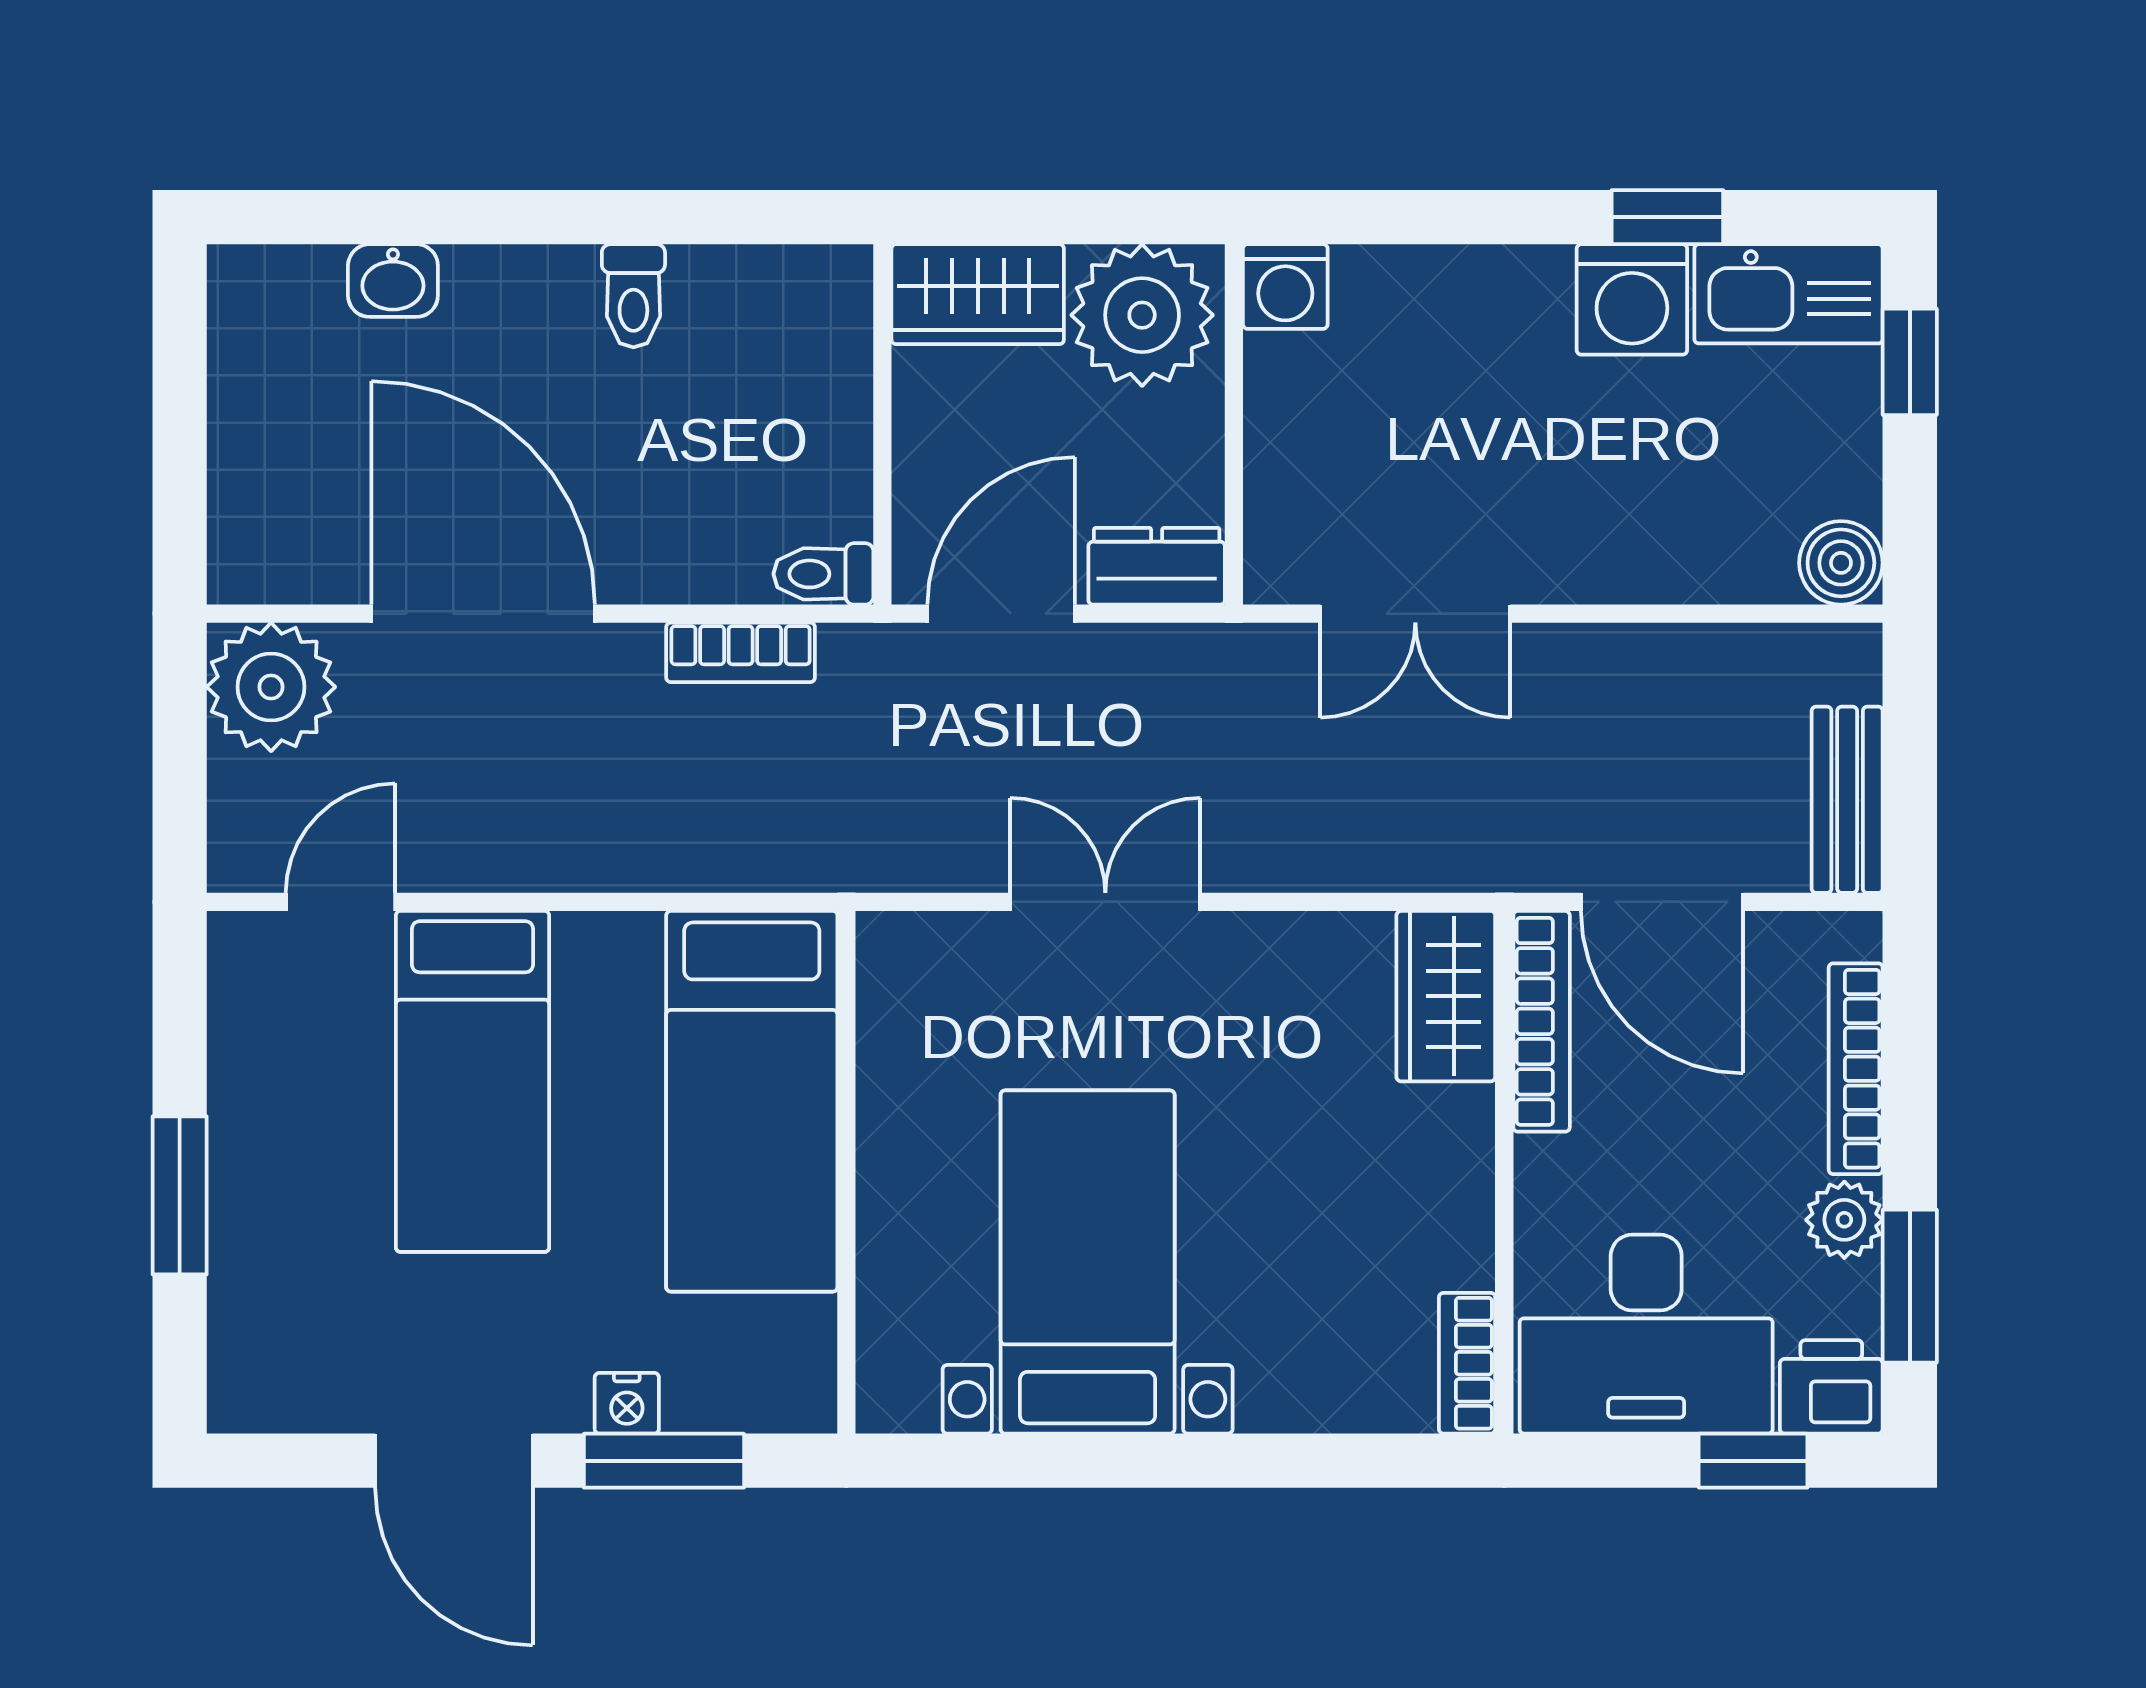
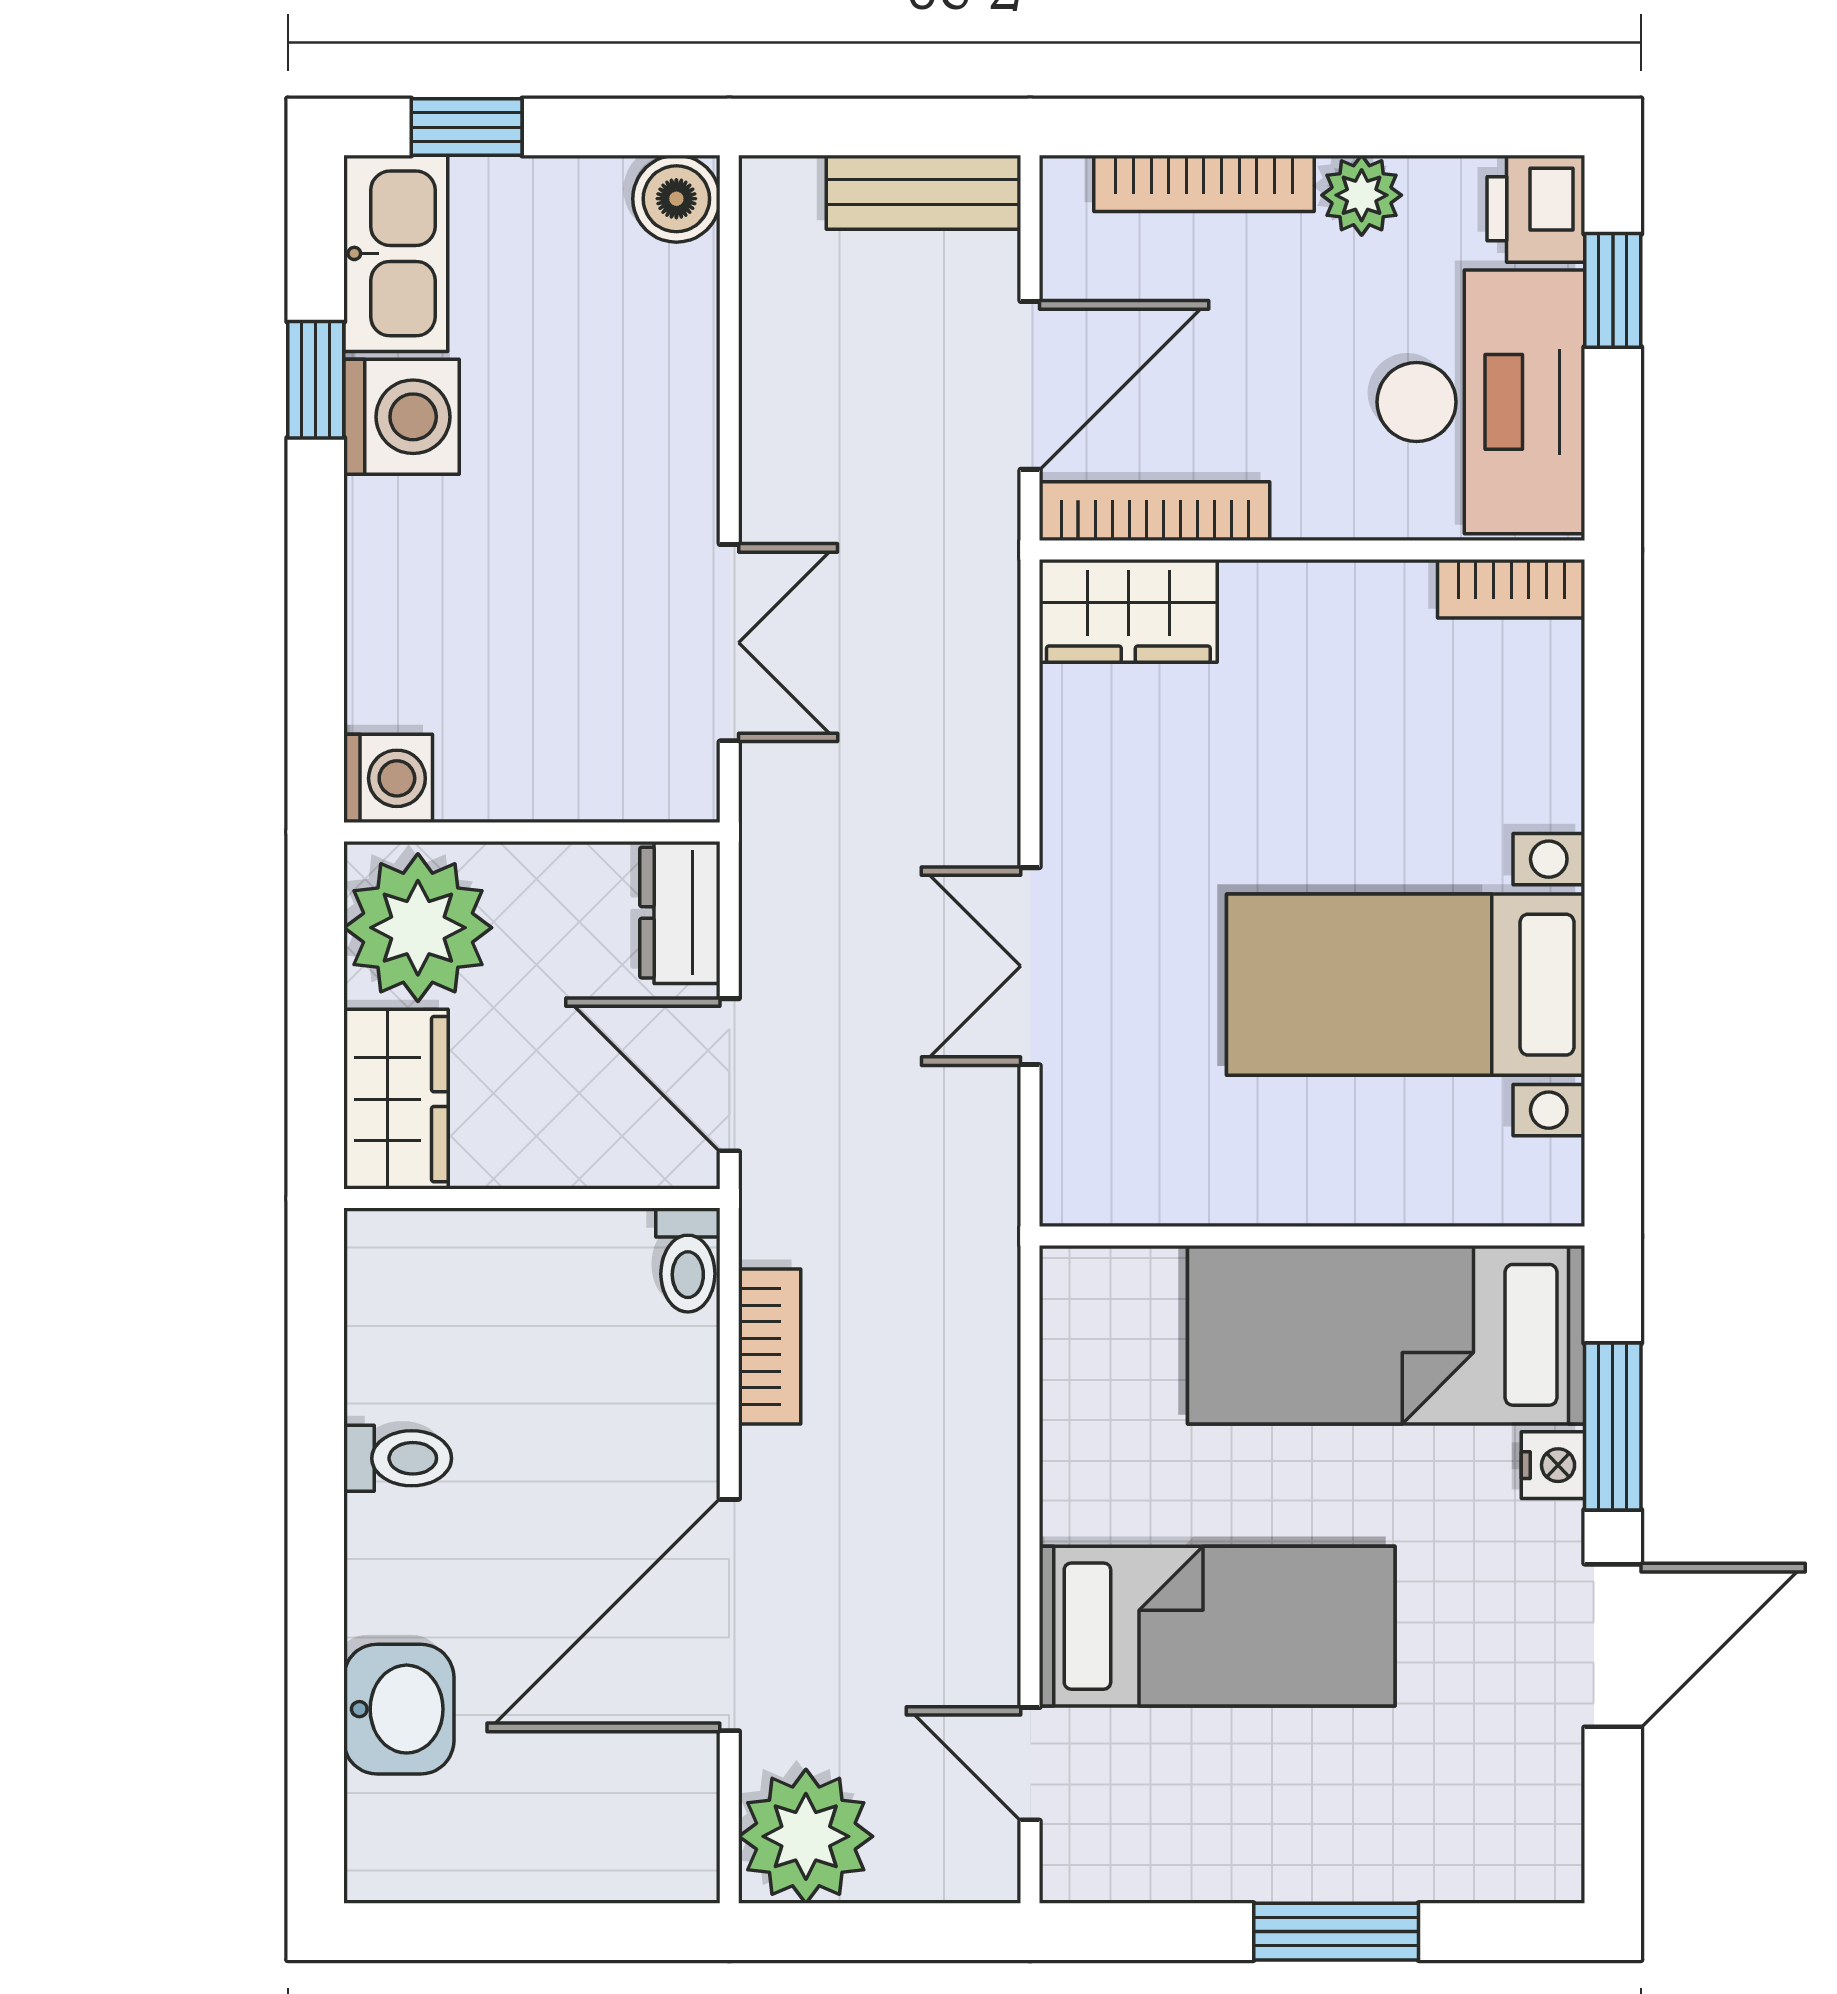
washbasin: (393, 281) -> (399, 1709), width x1.38, depth x1.45
bed: (752, 1101) -> (1386, 1335), moved, turned 180
window: (1910, 1286) -> (1431, 127), removed

